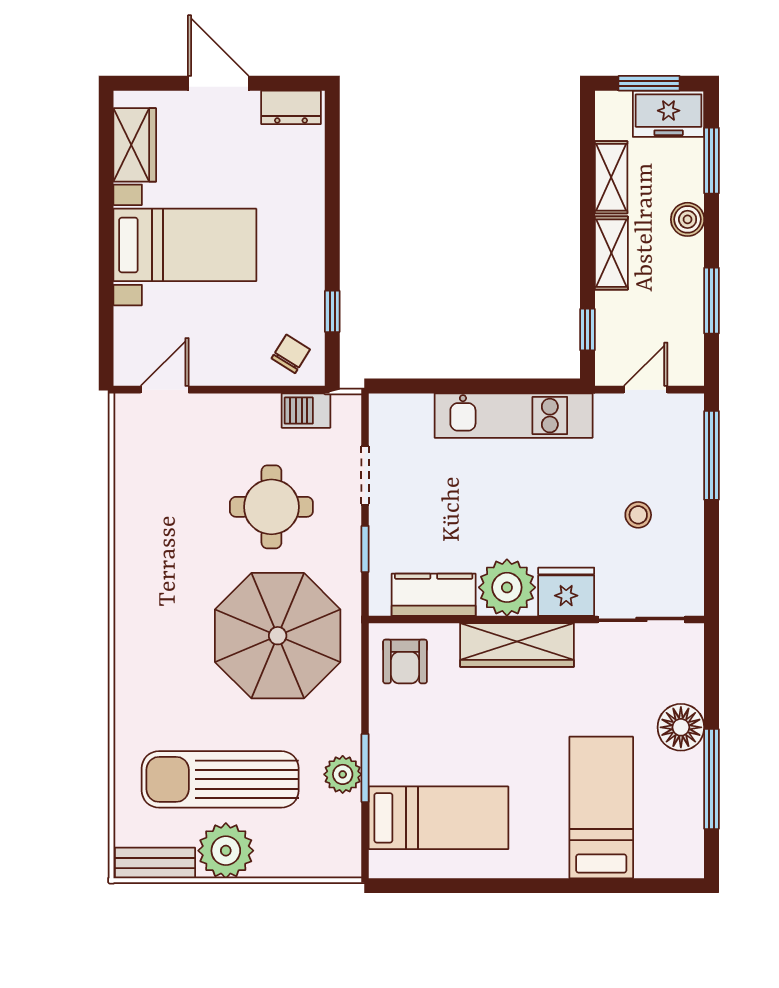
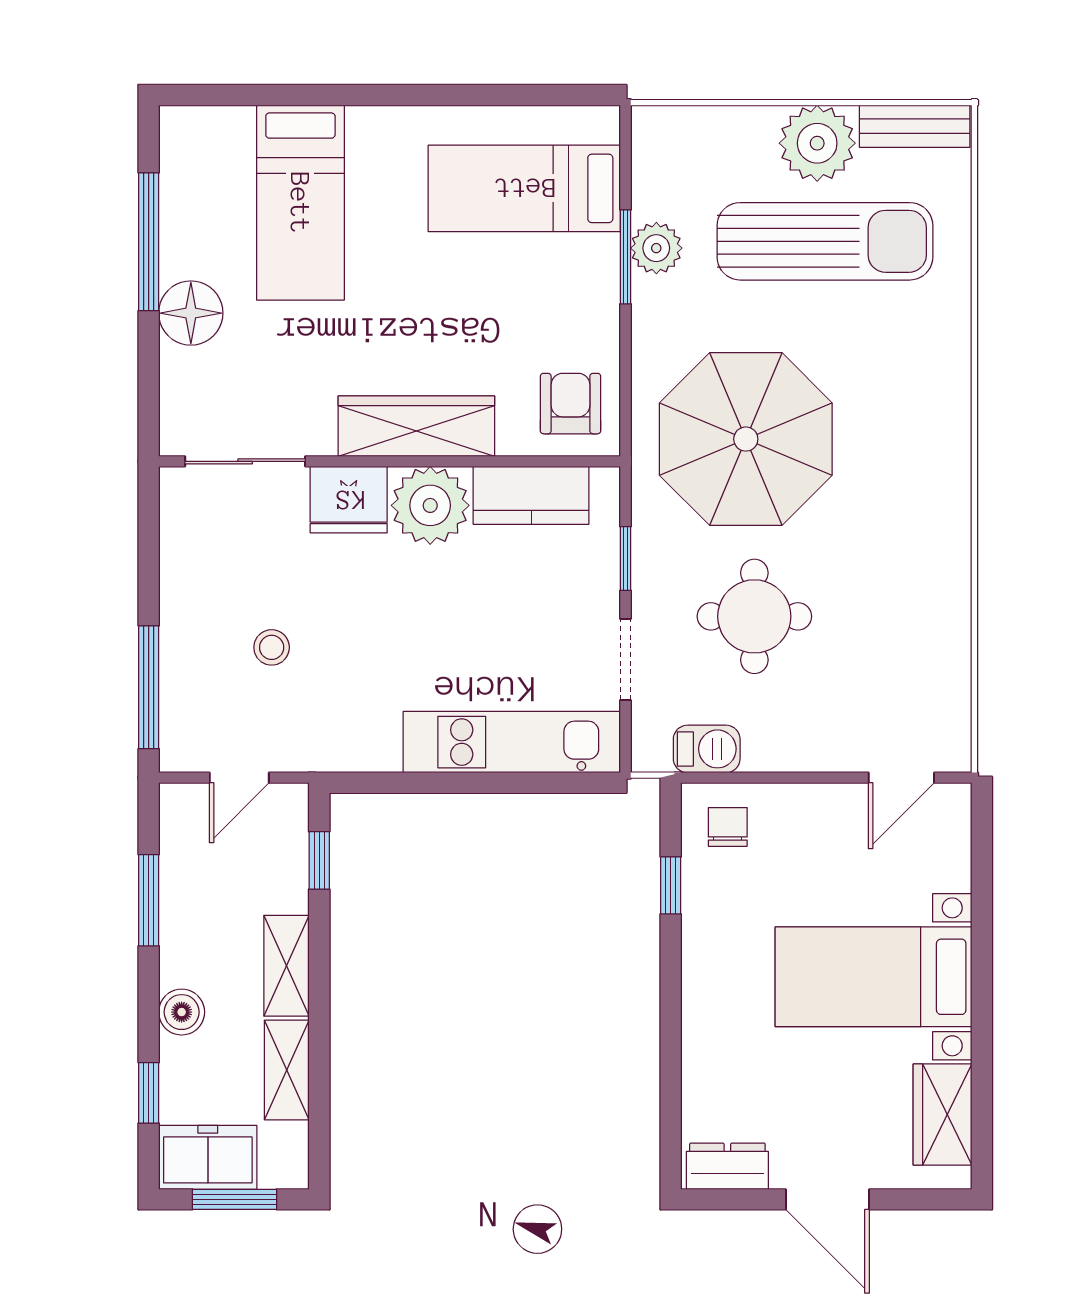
window: (712, 161) -> (149, 1093), width x0.67
chair: (291, 354) -> (728, 827), turned 148
kitchen unit: (514, 416) -> (512, 742), moved
stool: (638, 515) -> (272, 647), moved

